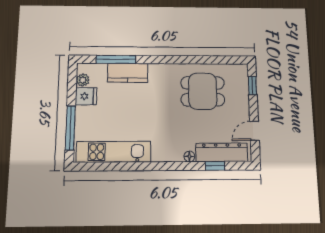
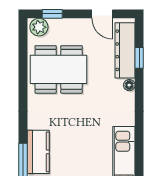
plant: (240, 74) -> (39, 27), added
dining table: (203, 91) -> (59, 69), width x1.38

